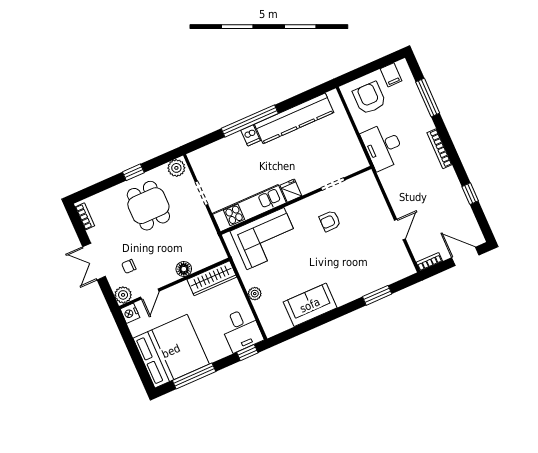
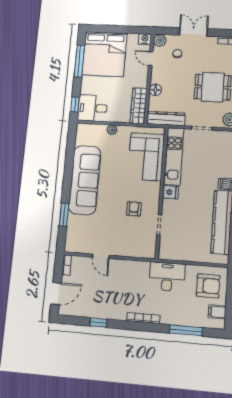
dresser: (211, 239) -> (166, 118), added
sofa: (310, 305) -> (85, 180), width x1.85, depth x1.27

